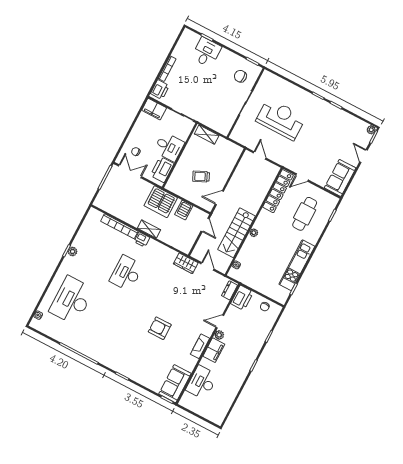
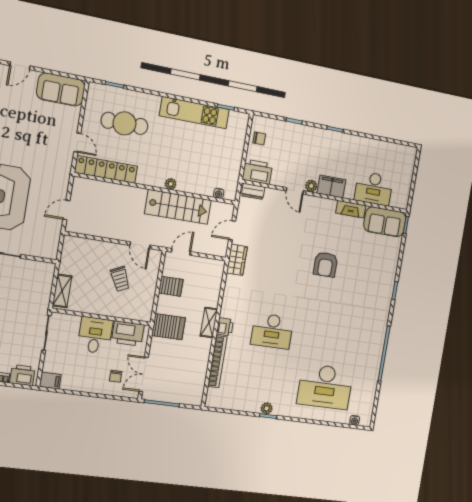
filing cabinet: (154, 109) -> (50, 381), width x0.50
server rack: (161, 202) -> (168, 327), width x0.63
fireplace: (200, 346) -> (351, 209), moved

